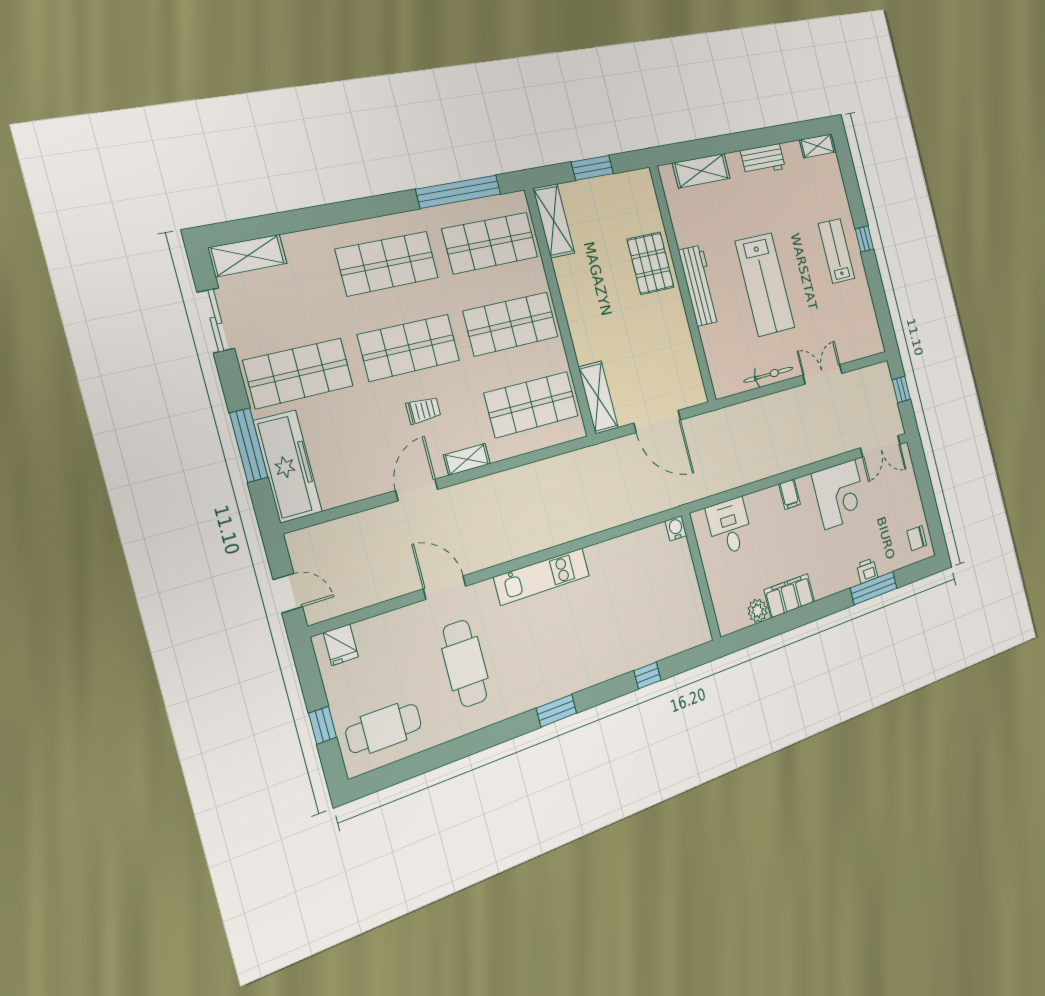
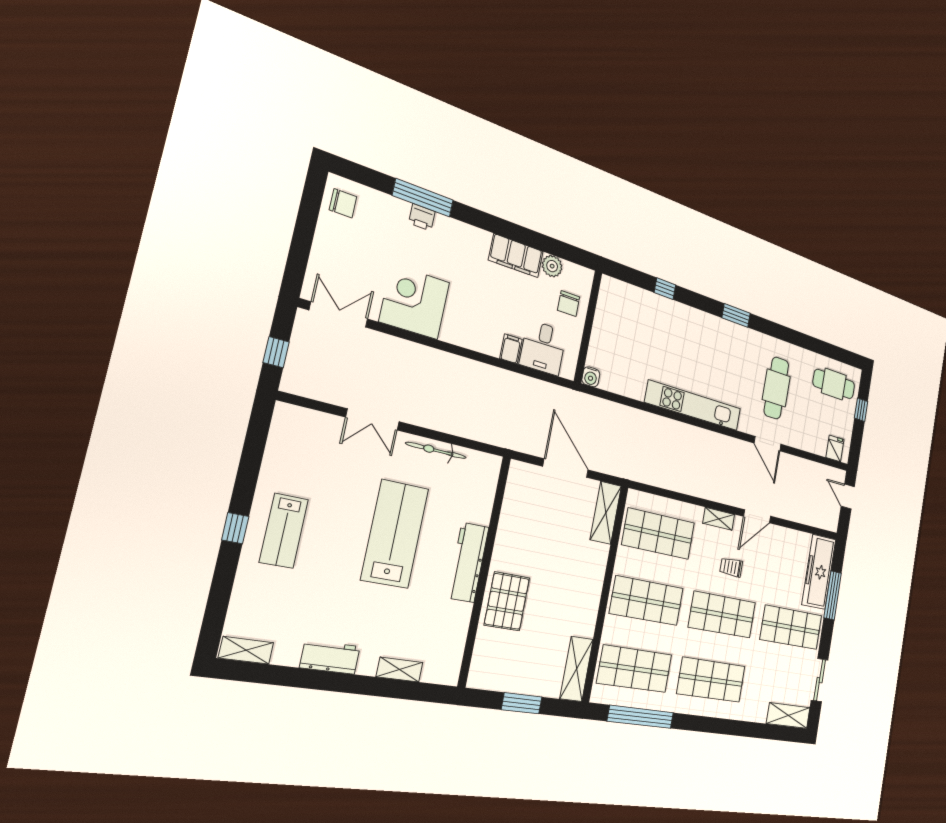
shelving: (701, 171) -> (400, 670), width x0.67, depth x0.75
filing cabinet: (790, 494) -> (511, 349), moved
kitchen unit: (542, 576) -> (694, 406), width x1.36
chair: (728, 586) -> (569, 304), added

